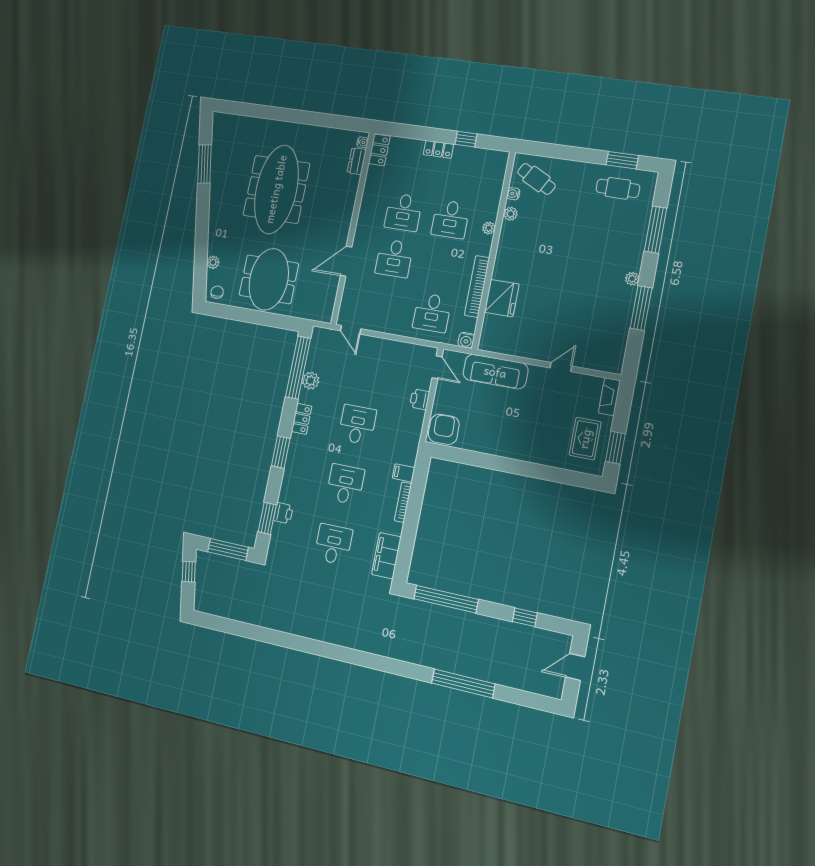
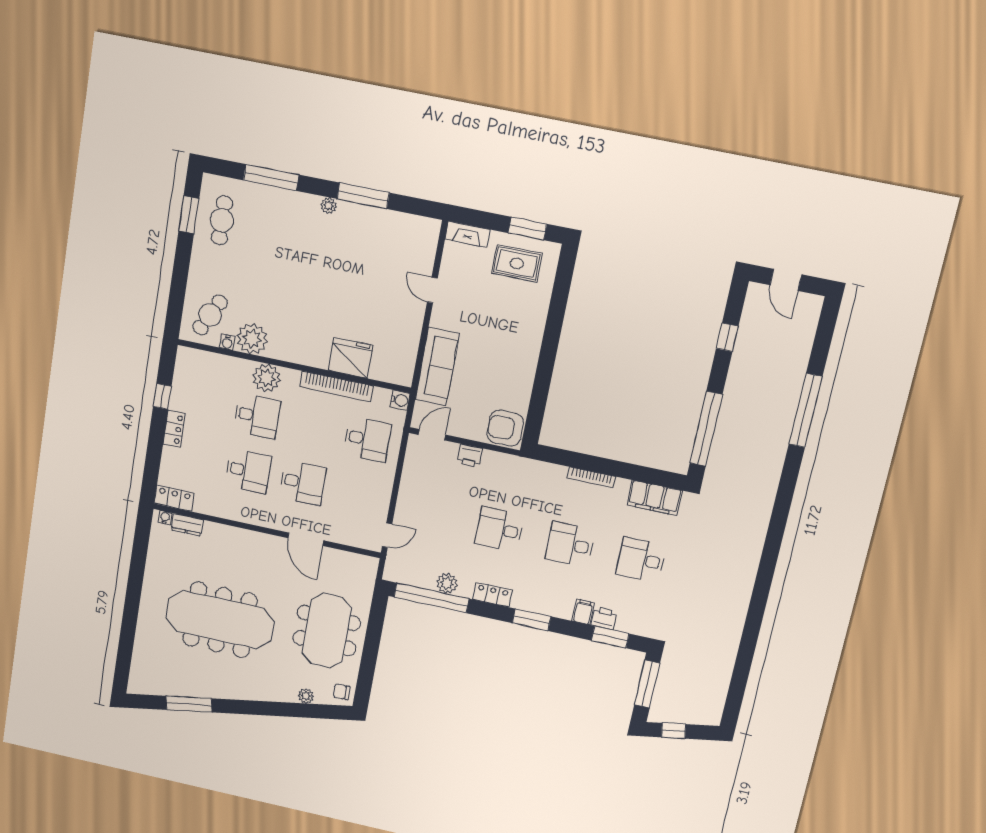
plant: (510, 214) -> (252, 339), width x1.88, depth x1.88
plant: (489, 228) -> (267, 378), width x1.87, depth x1.87
meeting table: (269, 279) -> (327, 631), turned 90
filing cabinet: (404, 473) -> (583, 612), moved, turned 180

